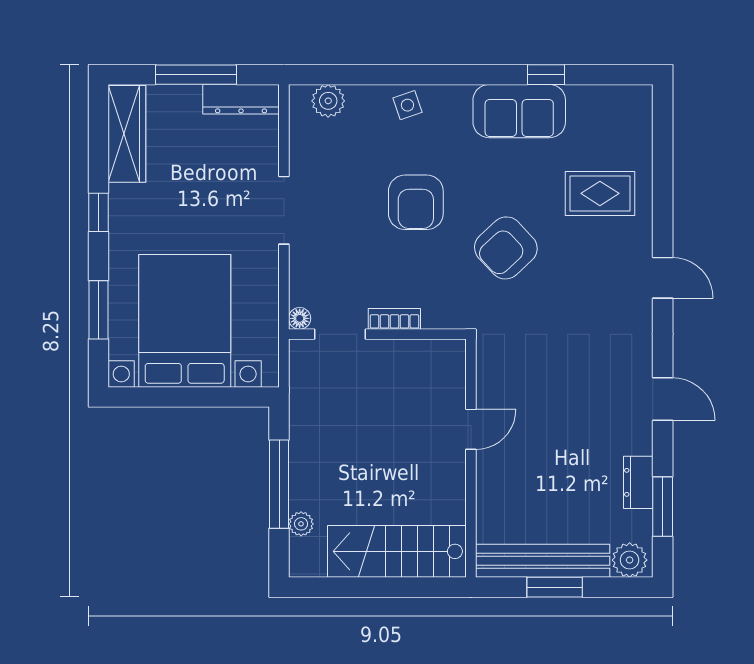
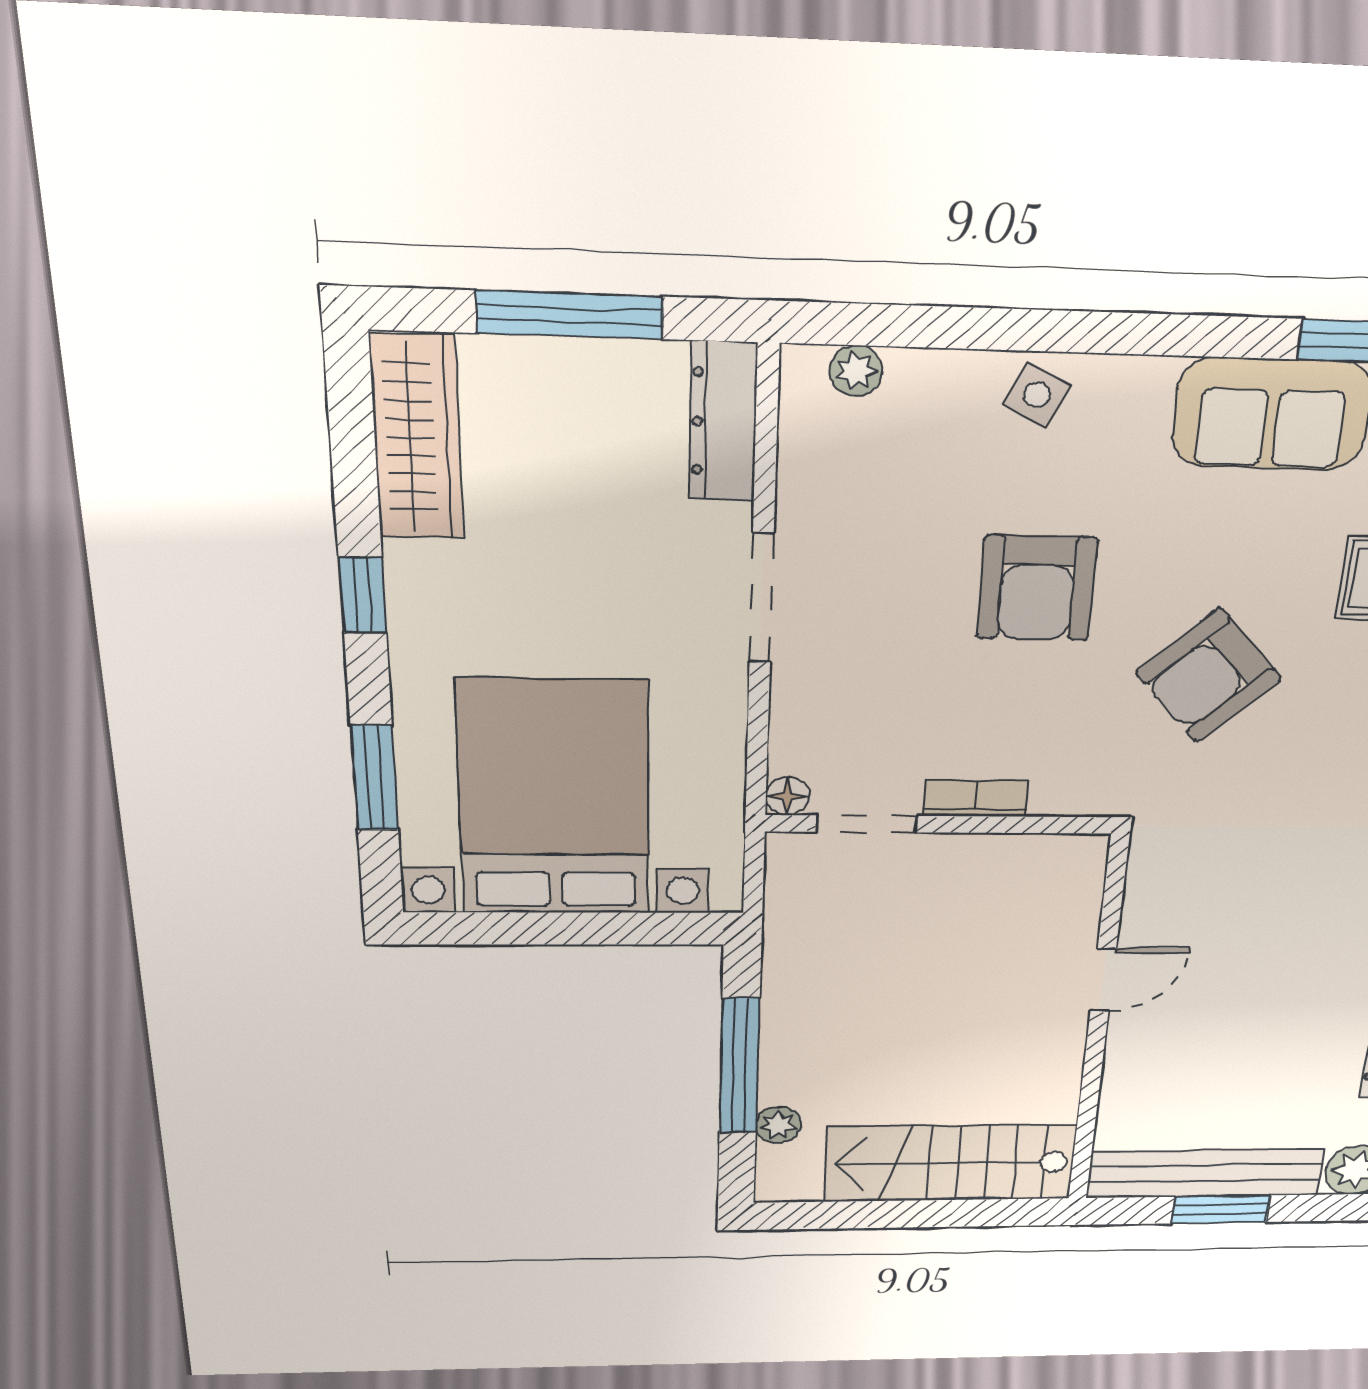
dresser: (241, 99) -> (723, 422), moved, turned 90
plant: (328, 101) -> (856, 371), width x0.73, depth x0.73
side table: (407, 105) -> (1037, 395), turned 45

